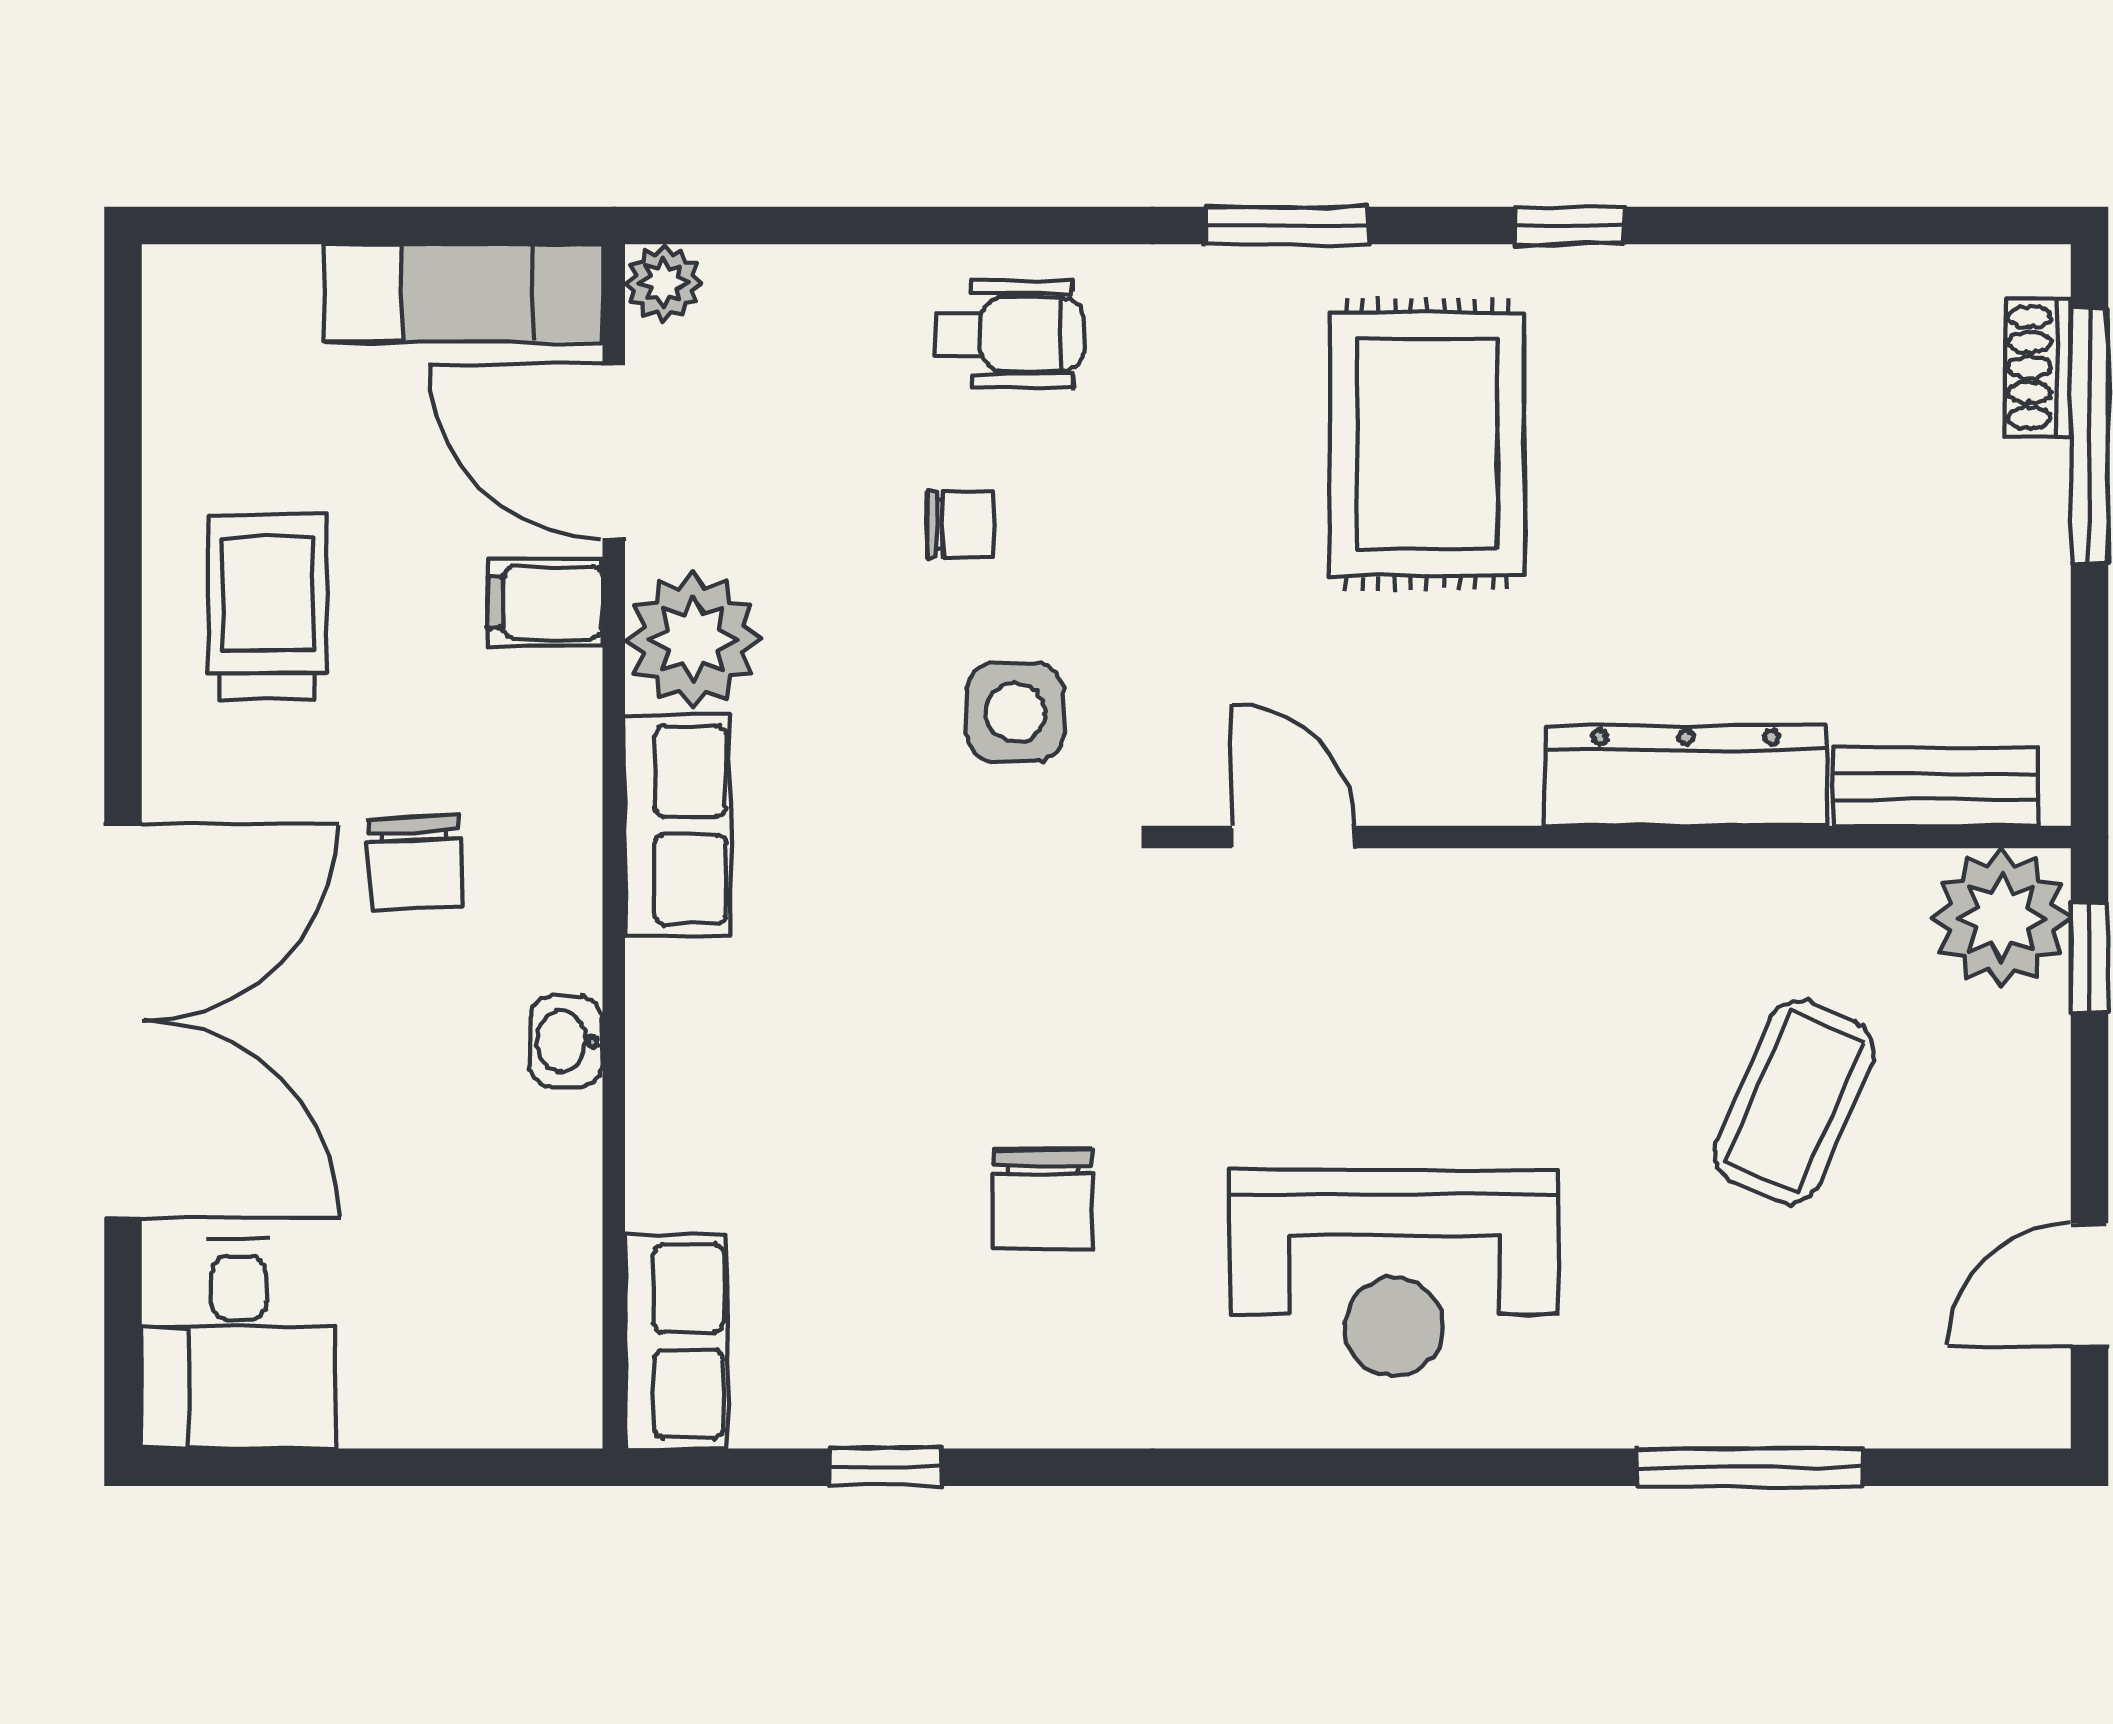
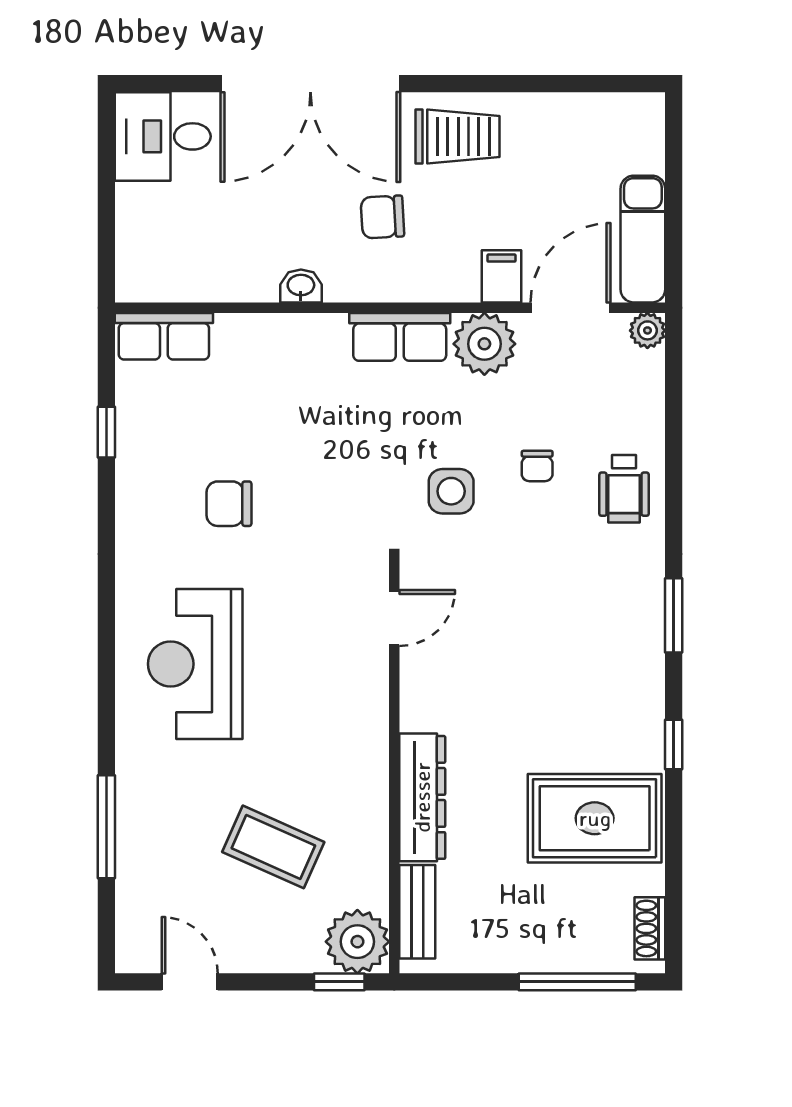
shoe rack: (2038, 367) -> (650, 928), moved, turned -90
rug: (1427, 444) -> (595, 818), moved
trolley: (267, 607) -> (458, 136), moved

